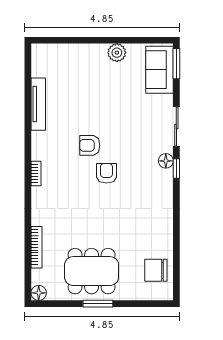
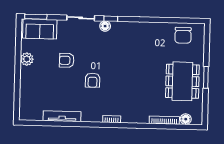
armchair: (106, 173) -> (67, 60), moved
floor lamp: (39, 293) -> (186, 119), moved

